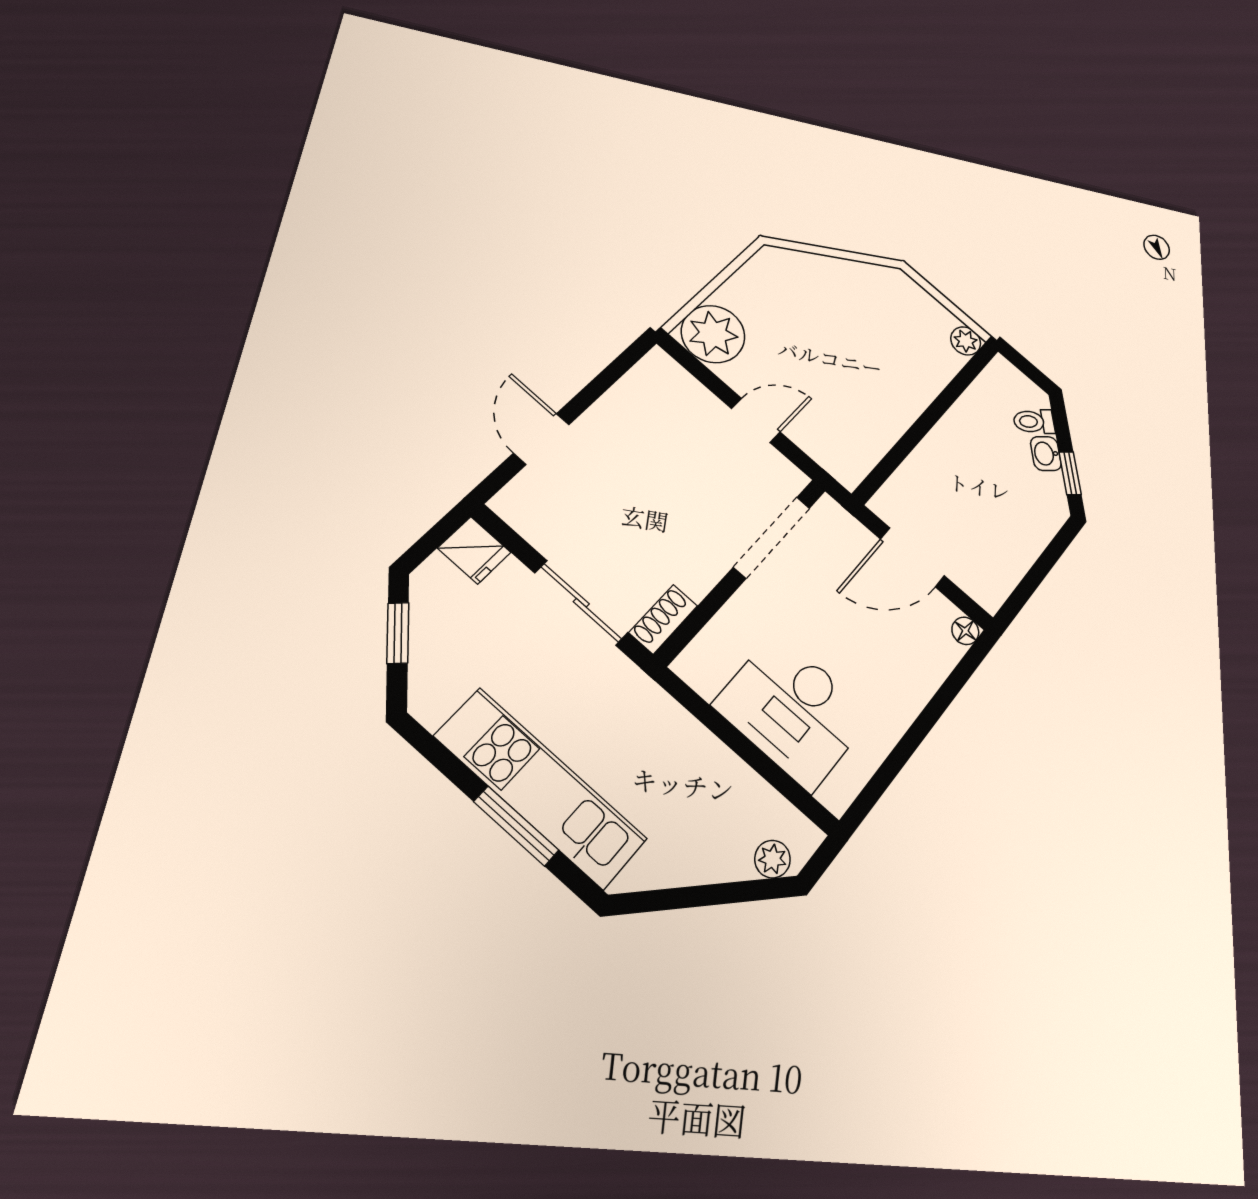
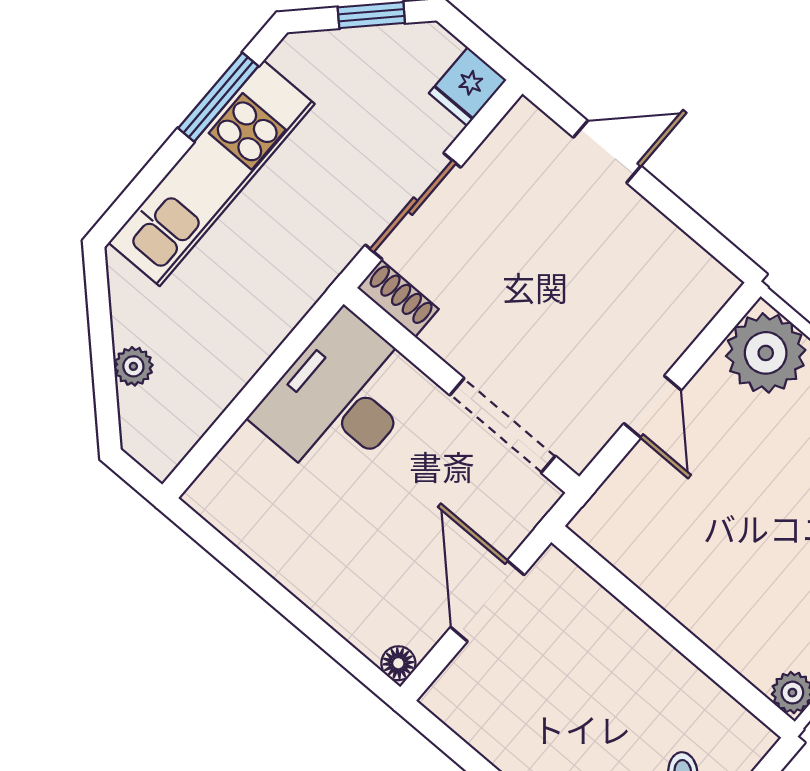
desk: (793, 710) -> (340, 399), moved
window: (516, 826) -> (218, 97), moved
plant: (772, 859) -> (133, 366), moved

